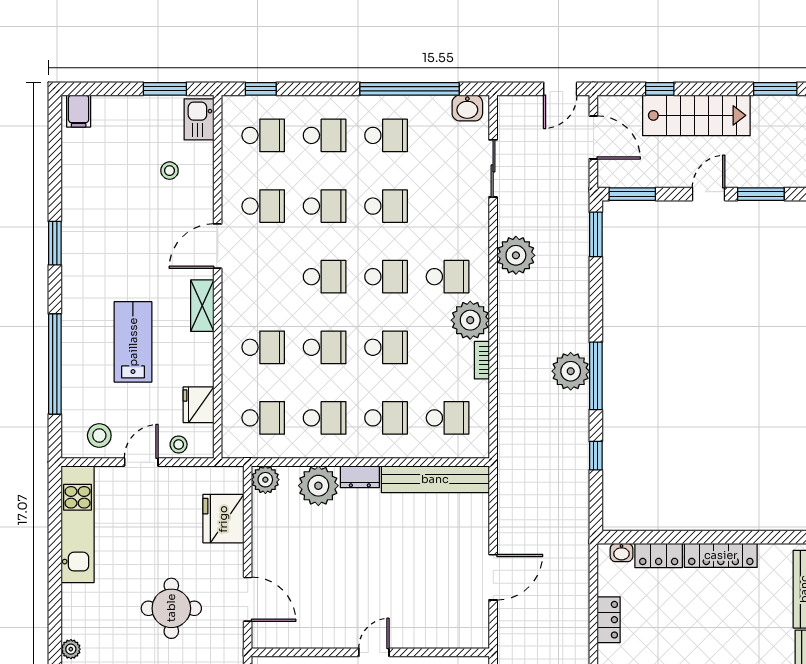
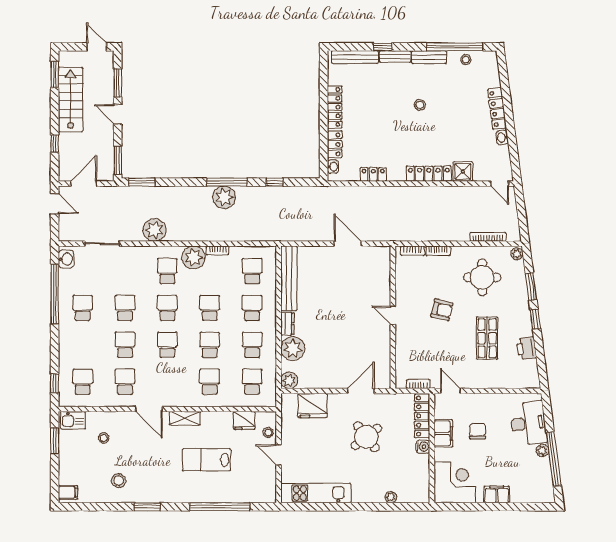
stairs: (696, 115) -> (71, 100), moved
school desk: (325, 135) -> (83, 345), removed
stool: (99, 435) -> (119, 481), moved
round table: (171, 608) -> (366, 437), turned -38

